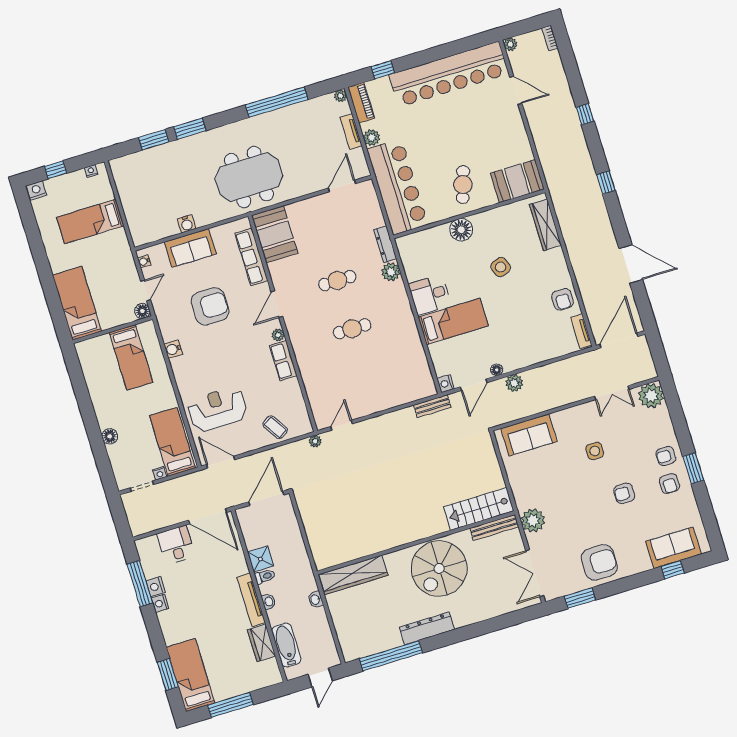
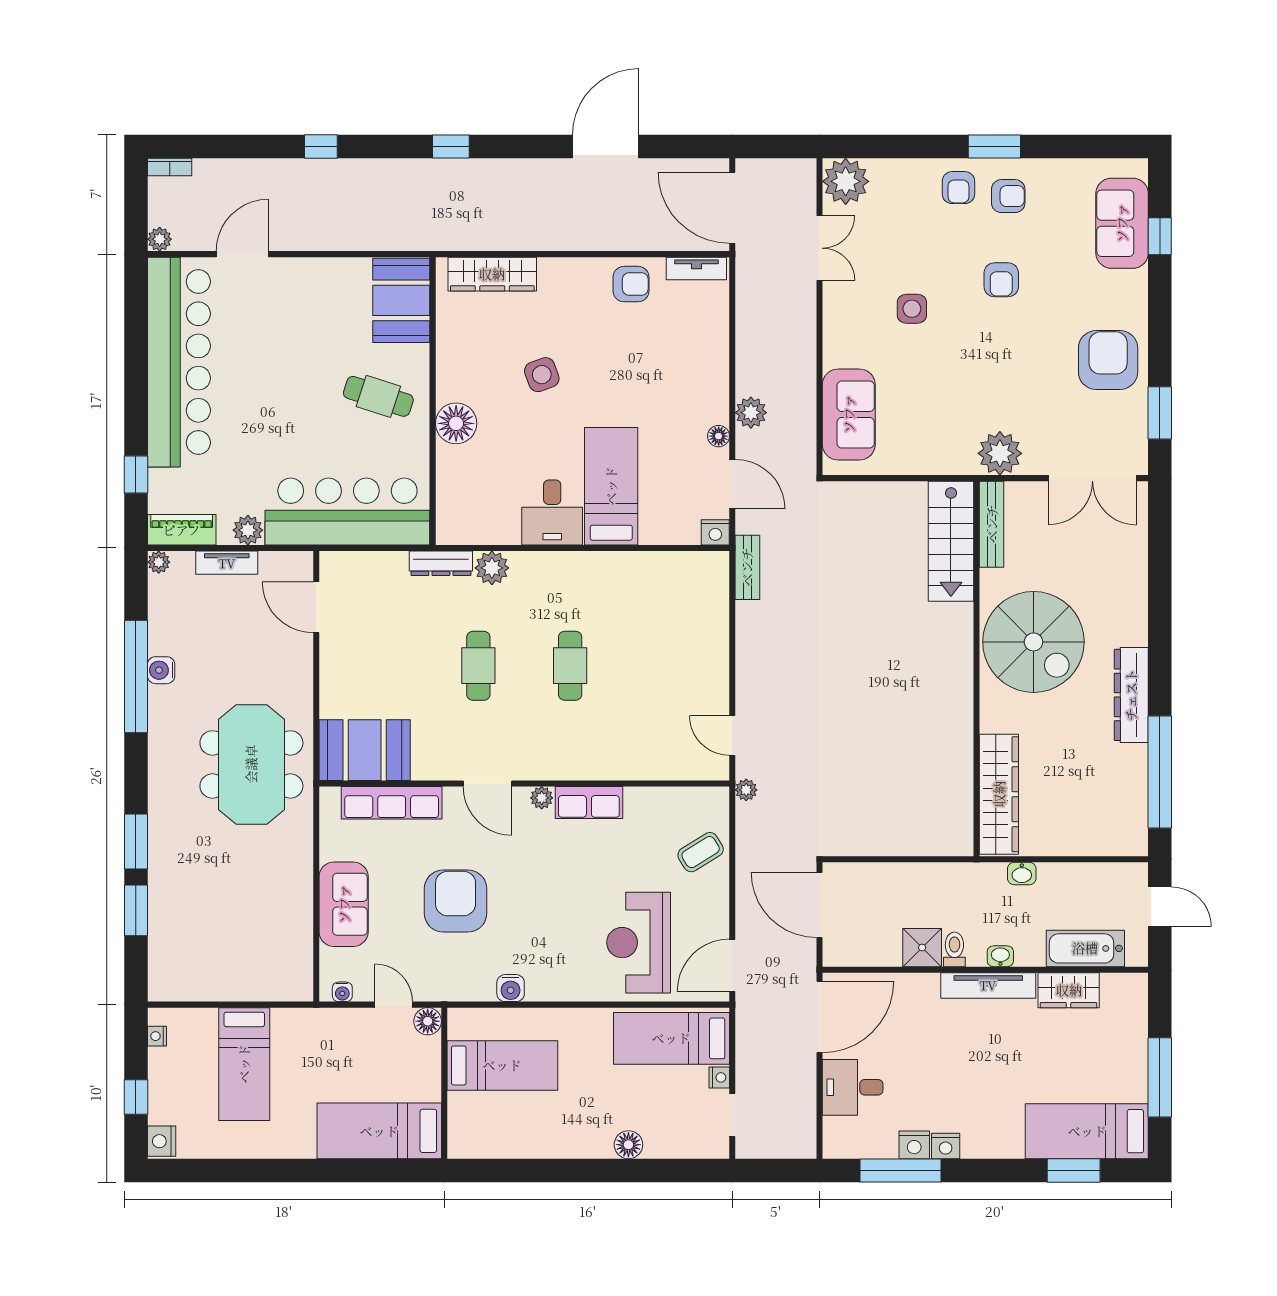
water cooler: (187, 224) -> (161, 670), moved, turned 180

